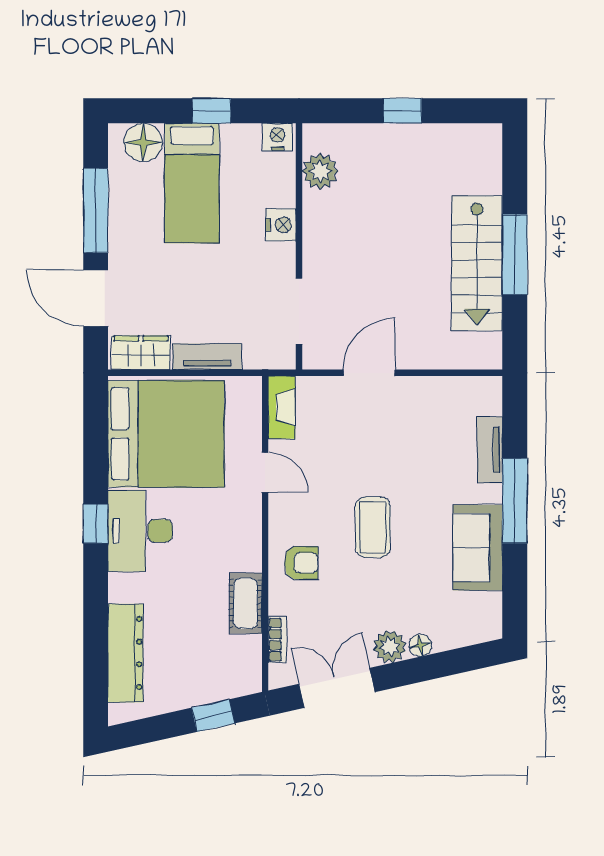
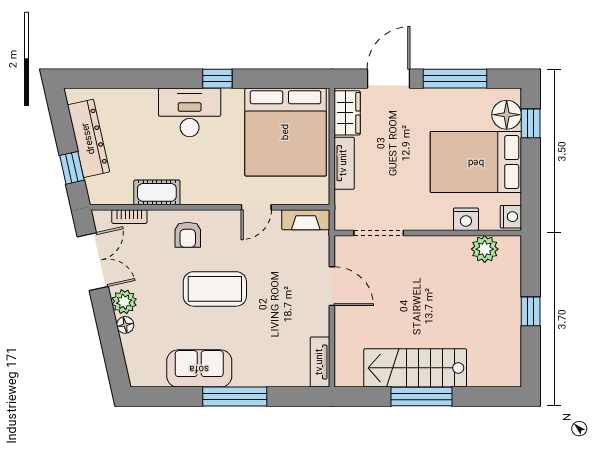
window: (212, 111) -> (531, 123), moved
bed: (192, 183) -> (476, 162), width x1.50
nightstand: (281, 225) -> (466, 219), moved
tv unit: (490, 450) -> (320, 362), moved, turned -90
coffee table: (373, 527) -> (215, 289), width x1.36, depth x1.32
desk: (140, 531) -> (190, 112), moved
dresser: (126, 653) -> (89, 138), moved, turned -103

